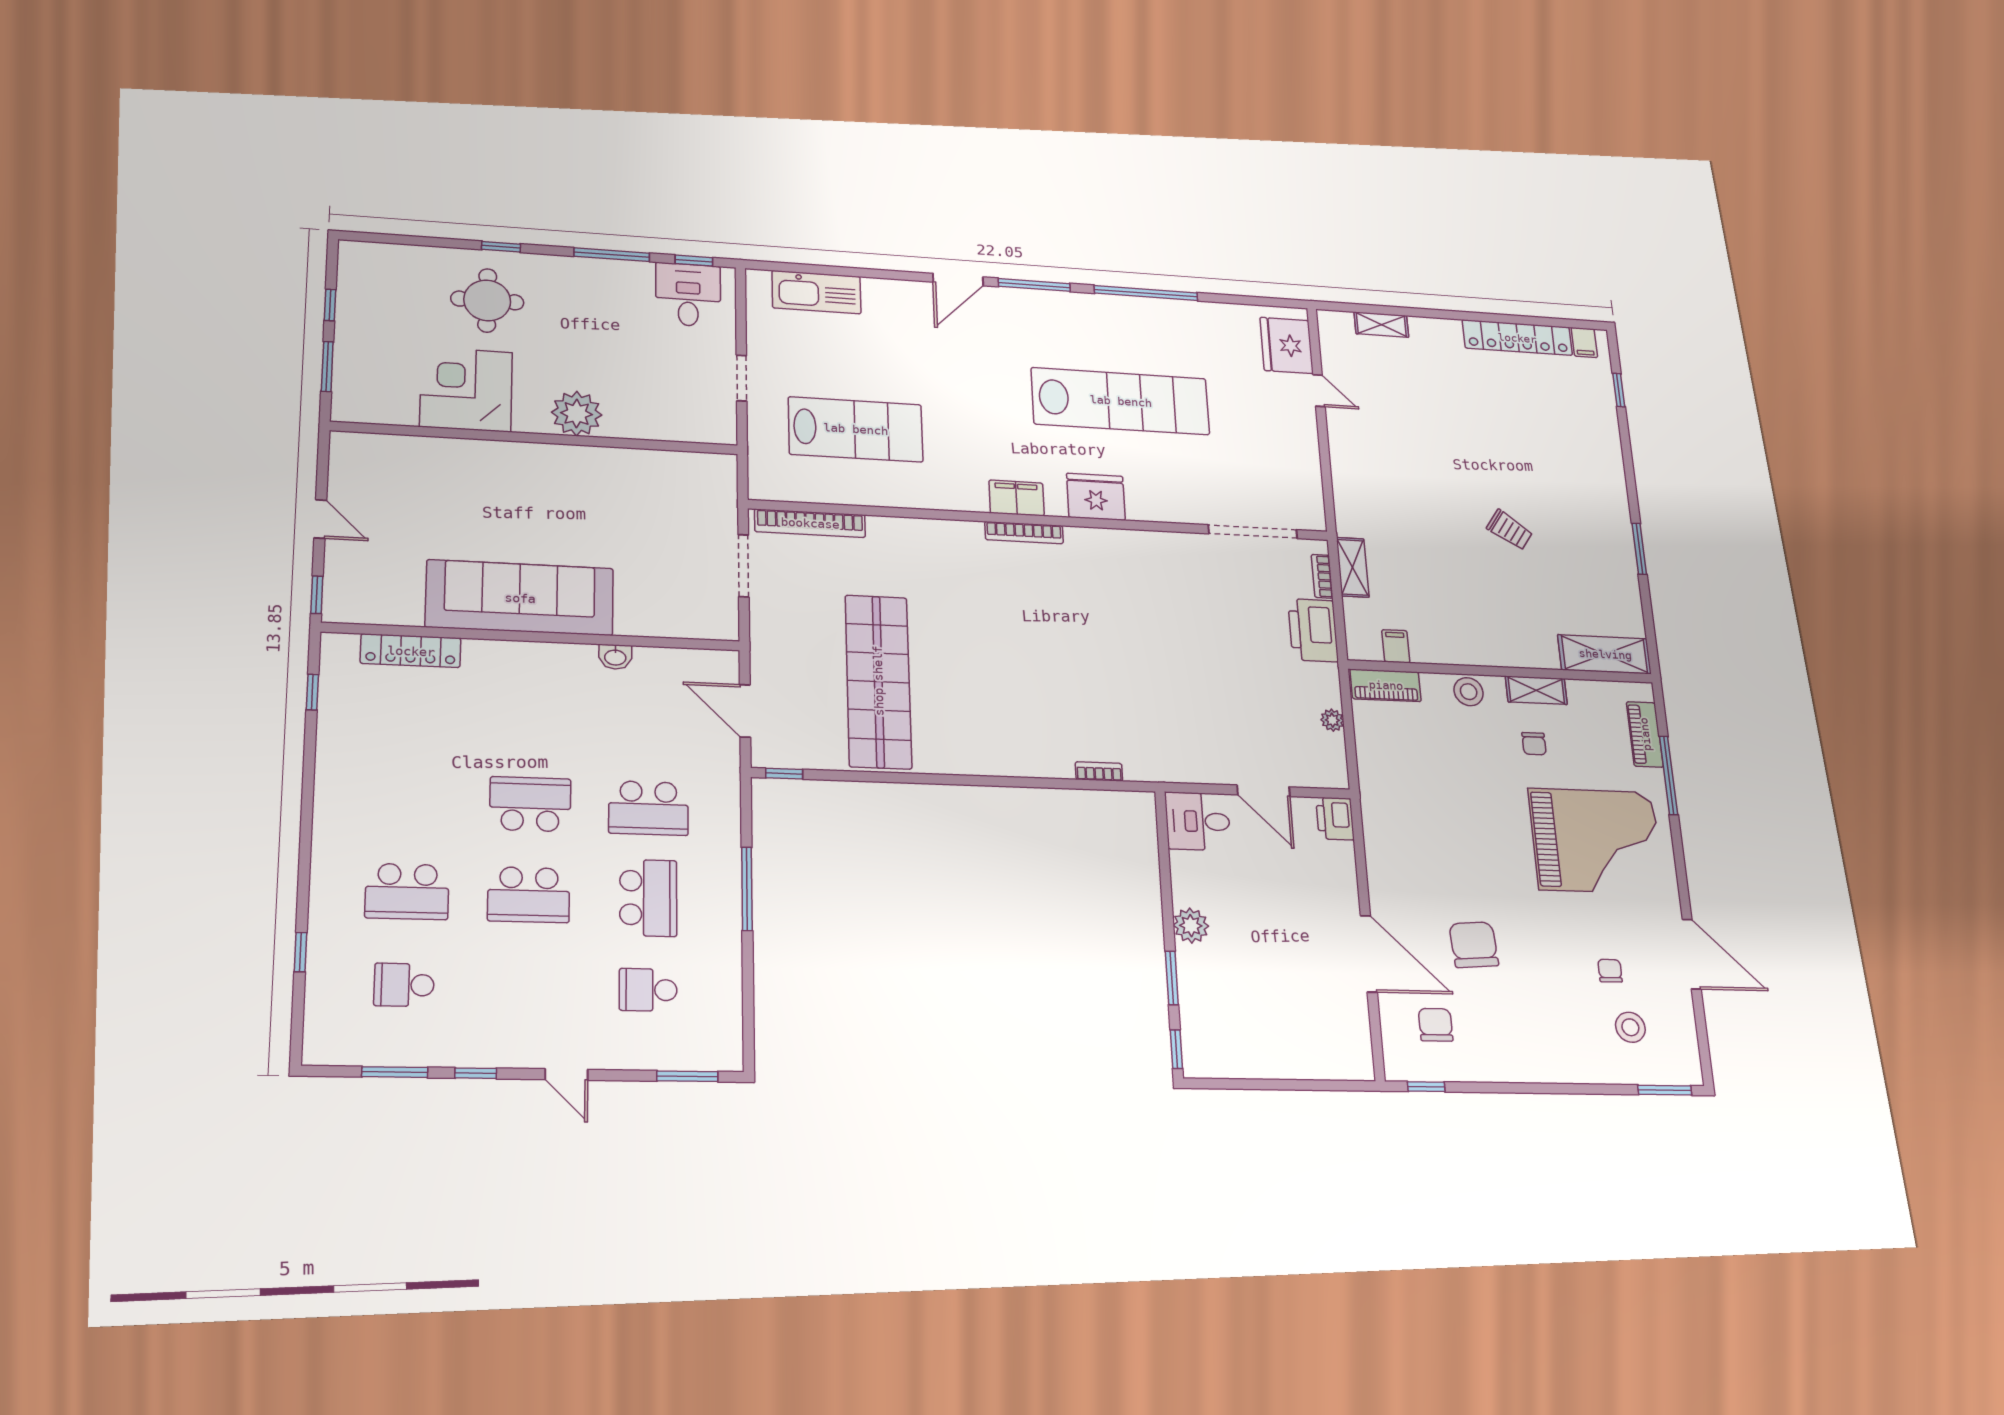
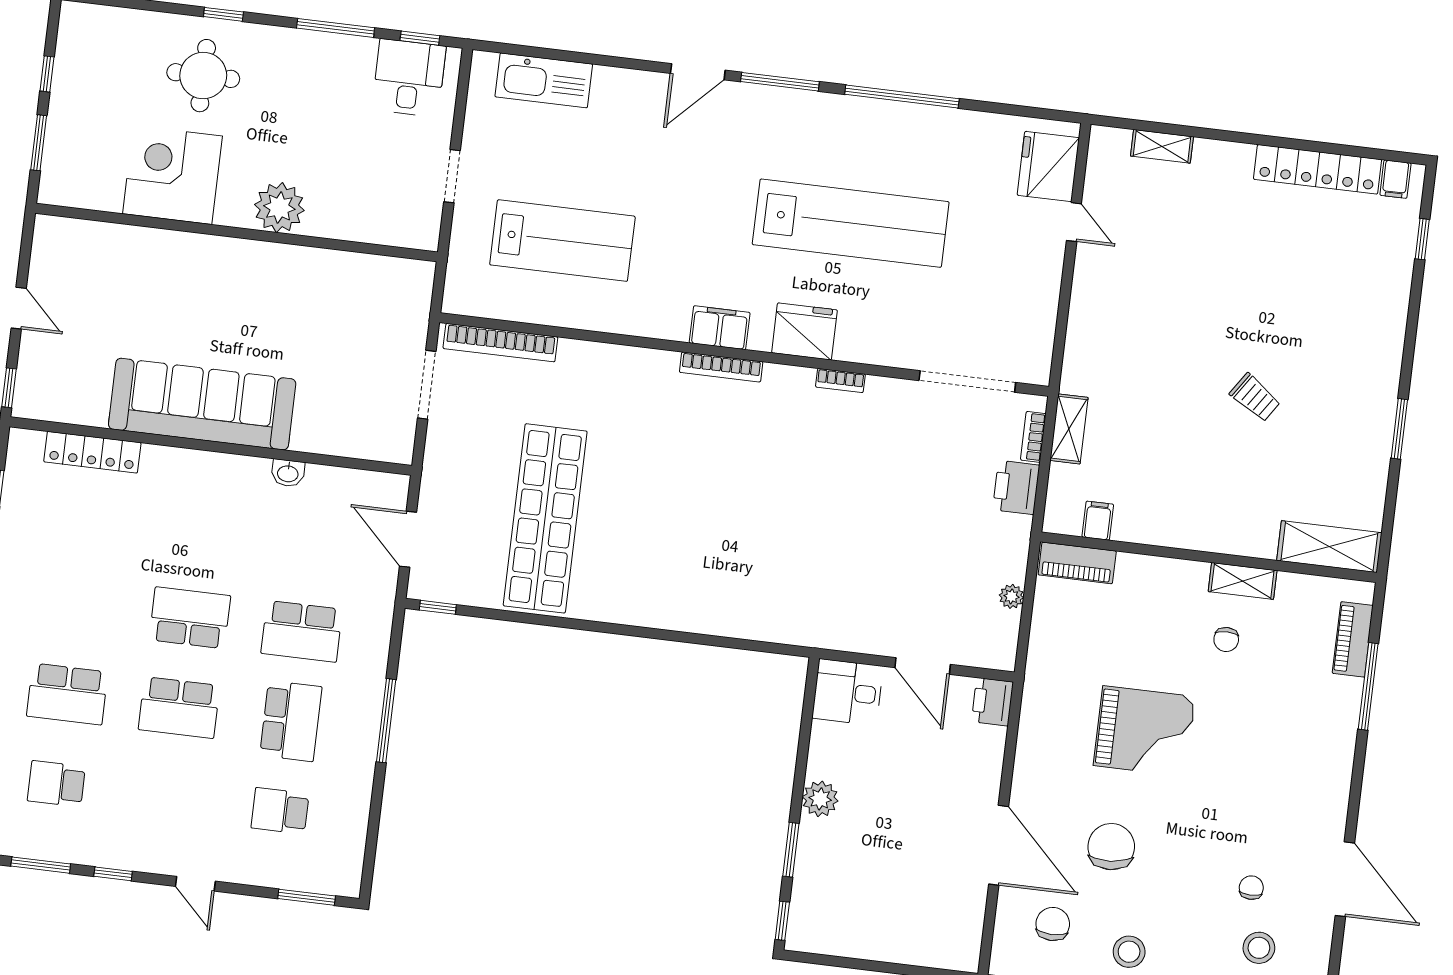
printer: (1313, 630) -> (1016, 487), width x0.73, depth x0.84
stool: (1469, 692) -> (1129, 952), moved
bookcase: (1099, 771) -> (840, 381), moved, turned 180
grand piano: (1596, 841) -> (1144, 731), moved, width x0.73, depth x0.68

